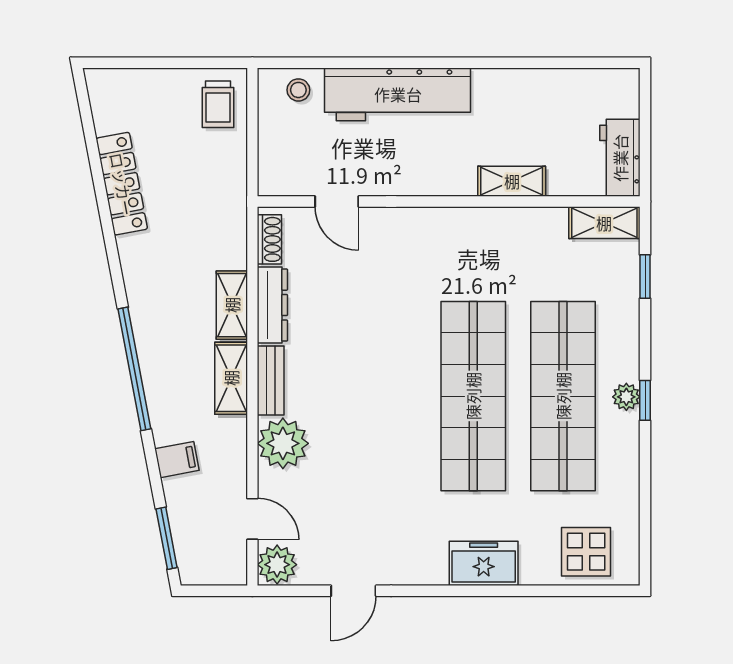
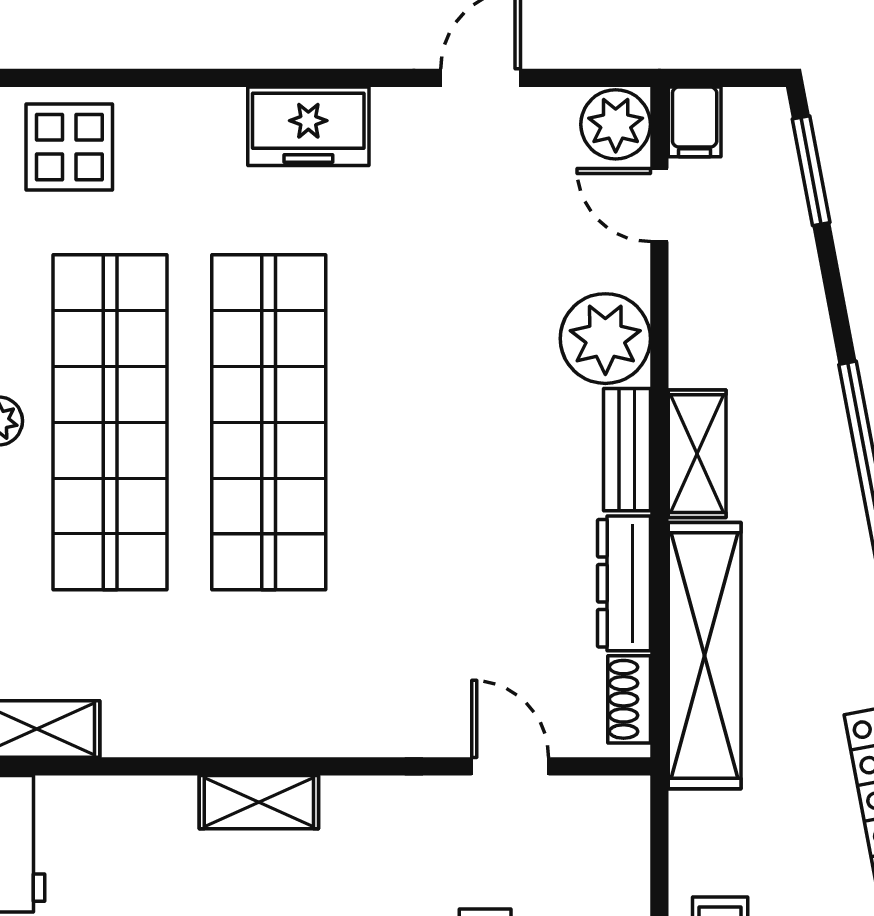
shelving: (512, 181) -> (259, 802), moved
shelving: (232, 305) -> (705, 656), width x2.20, depth x1.33
filing cabinet: (177, 460) -> (695, 122), moved, turned -79
freezer: (484, 563) -> (308, 126), moved

